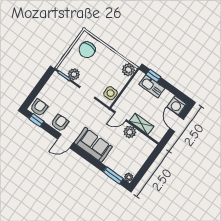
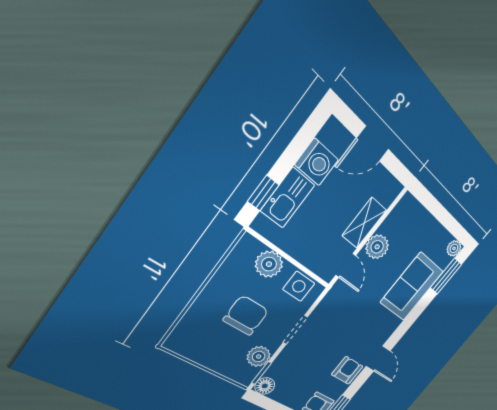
chair: (87, 50) -> (246, 315), moved, turned -91
plant: (128, 70) -> (269, 264), moved
floor lamp: (56, 78) -> (265, 386), added
washing machine: (177, 105) -> (317, 162), moved
armchair: (60, 123) -> (347, 370), turned 90
sofa: (93, 145) -> (412, 287), moved

